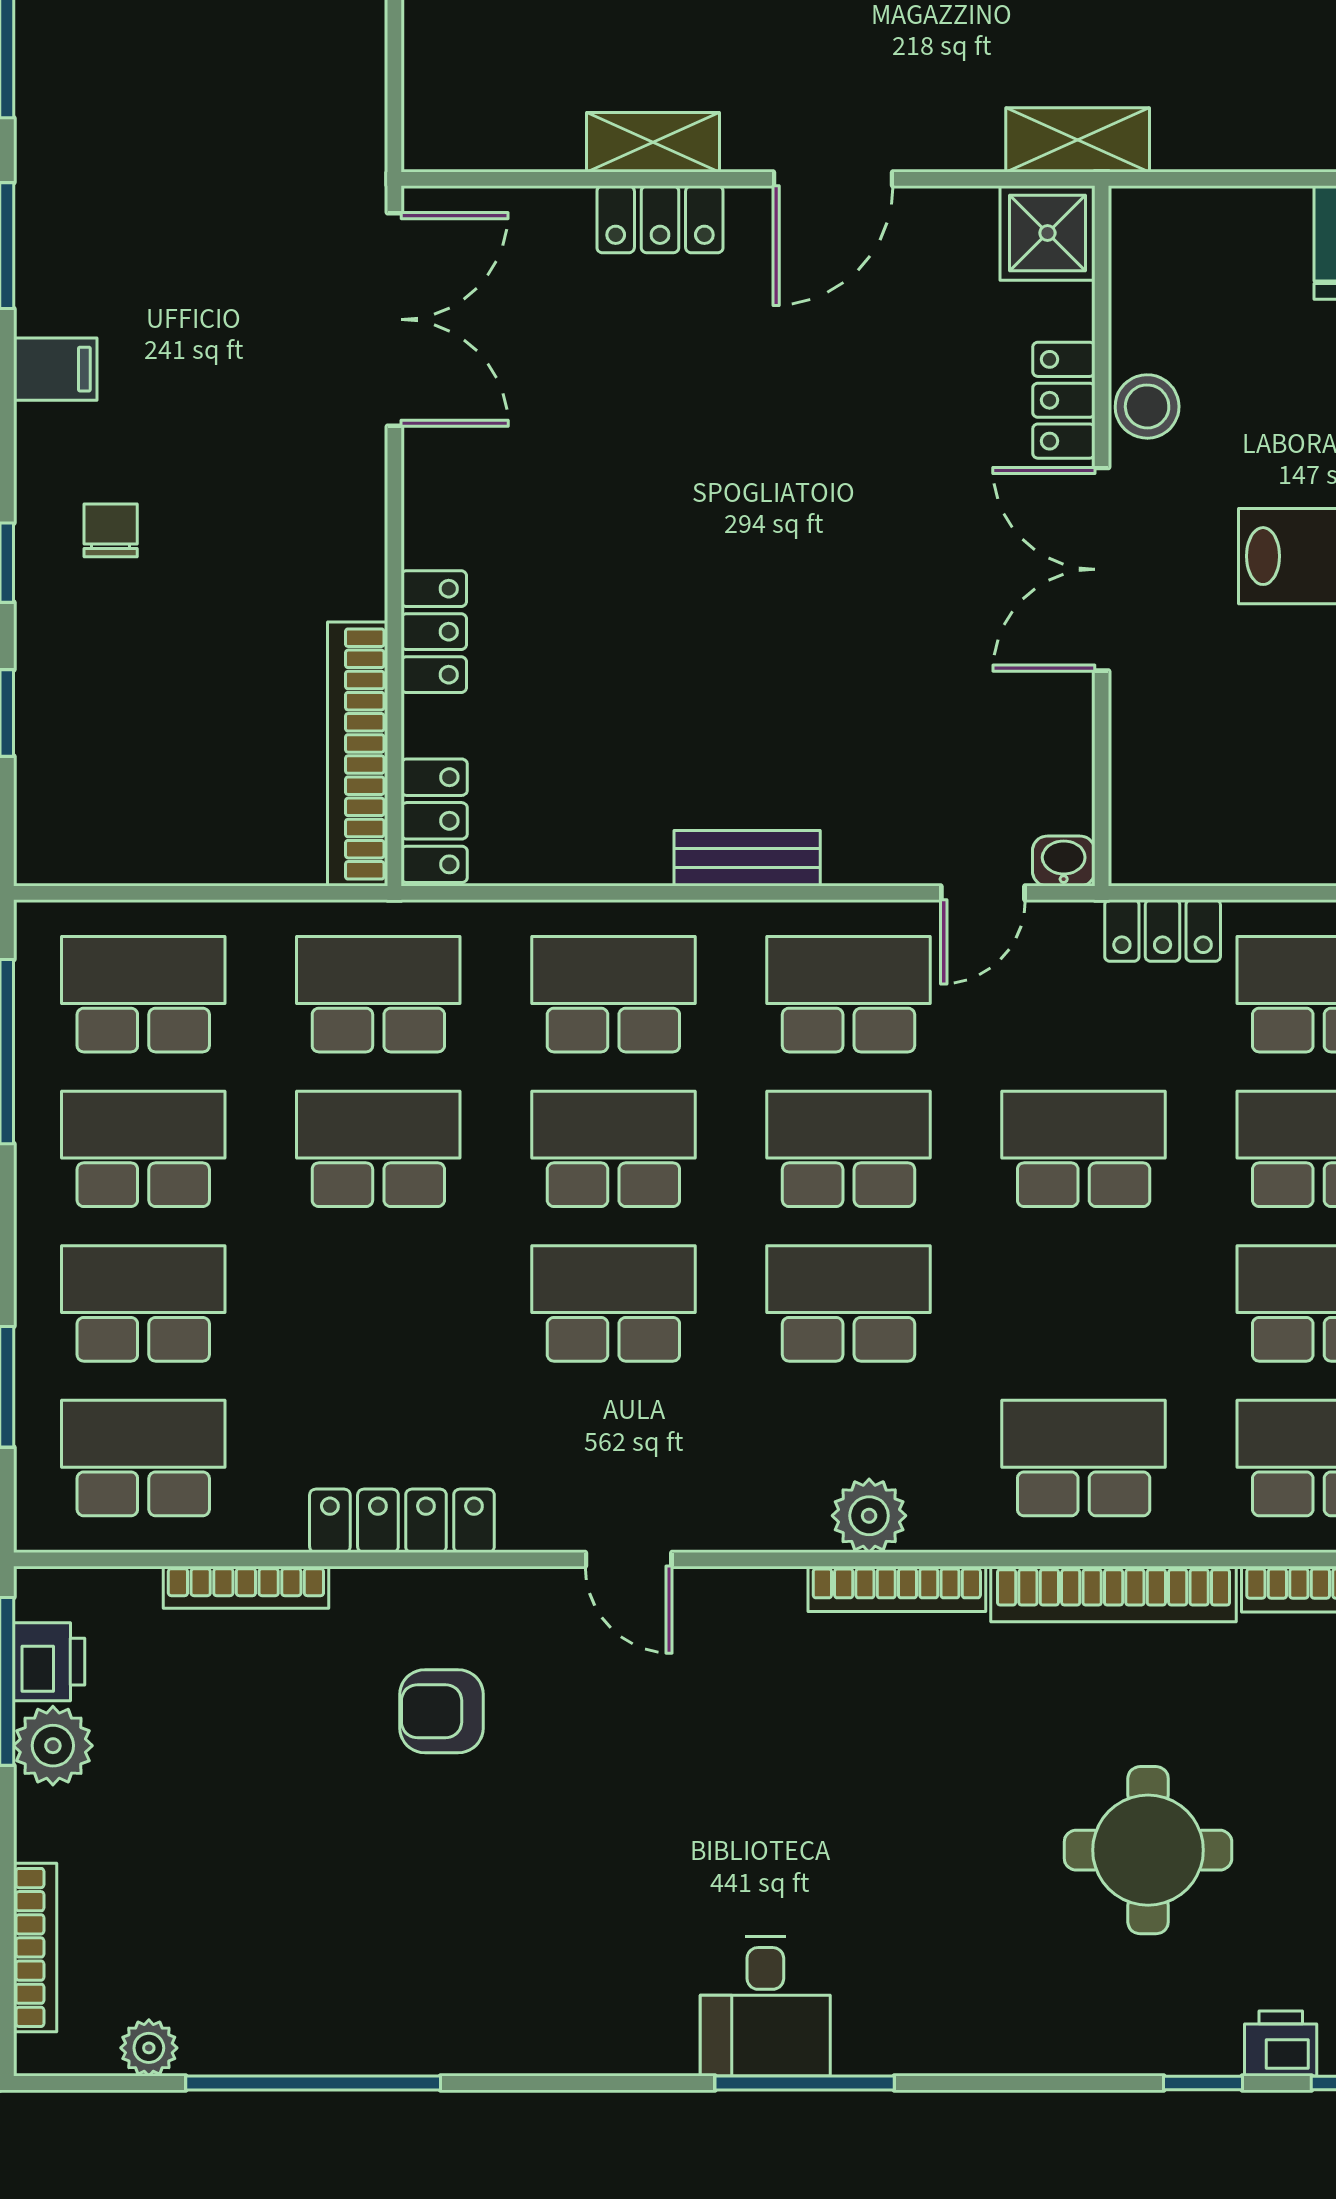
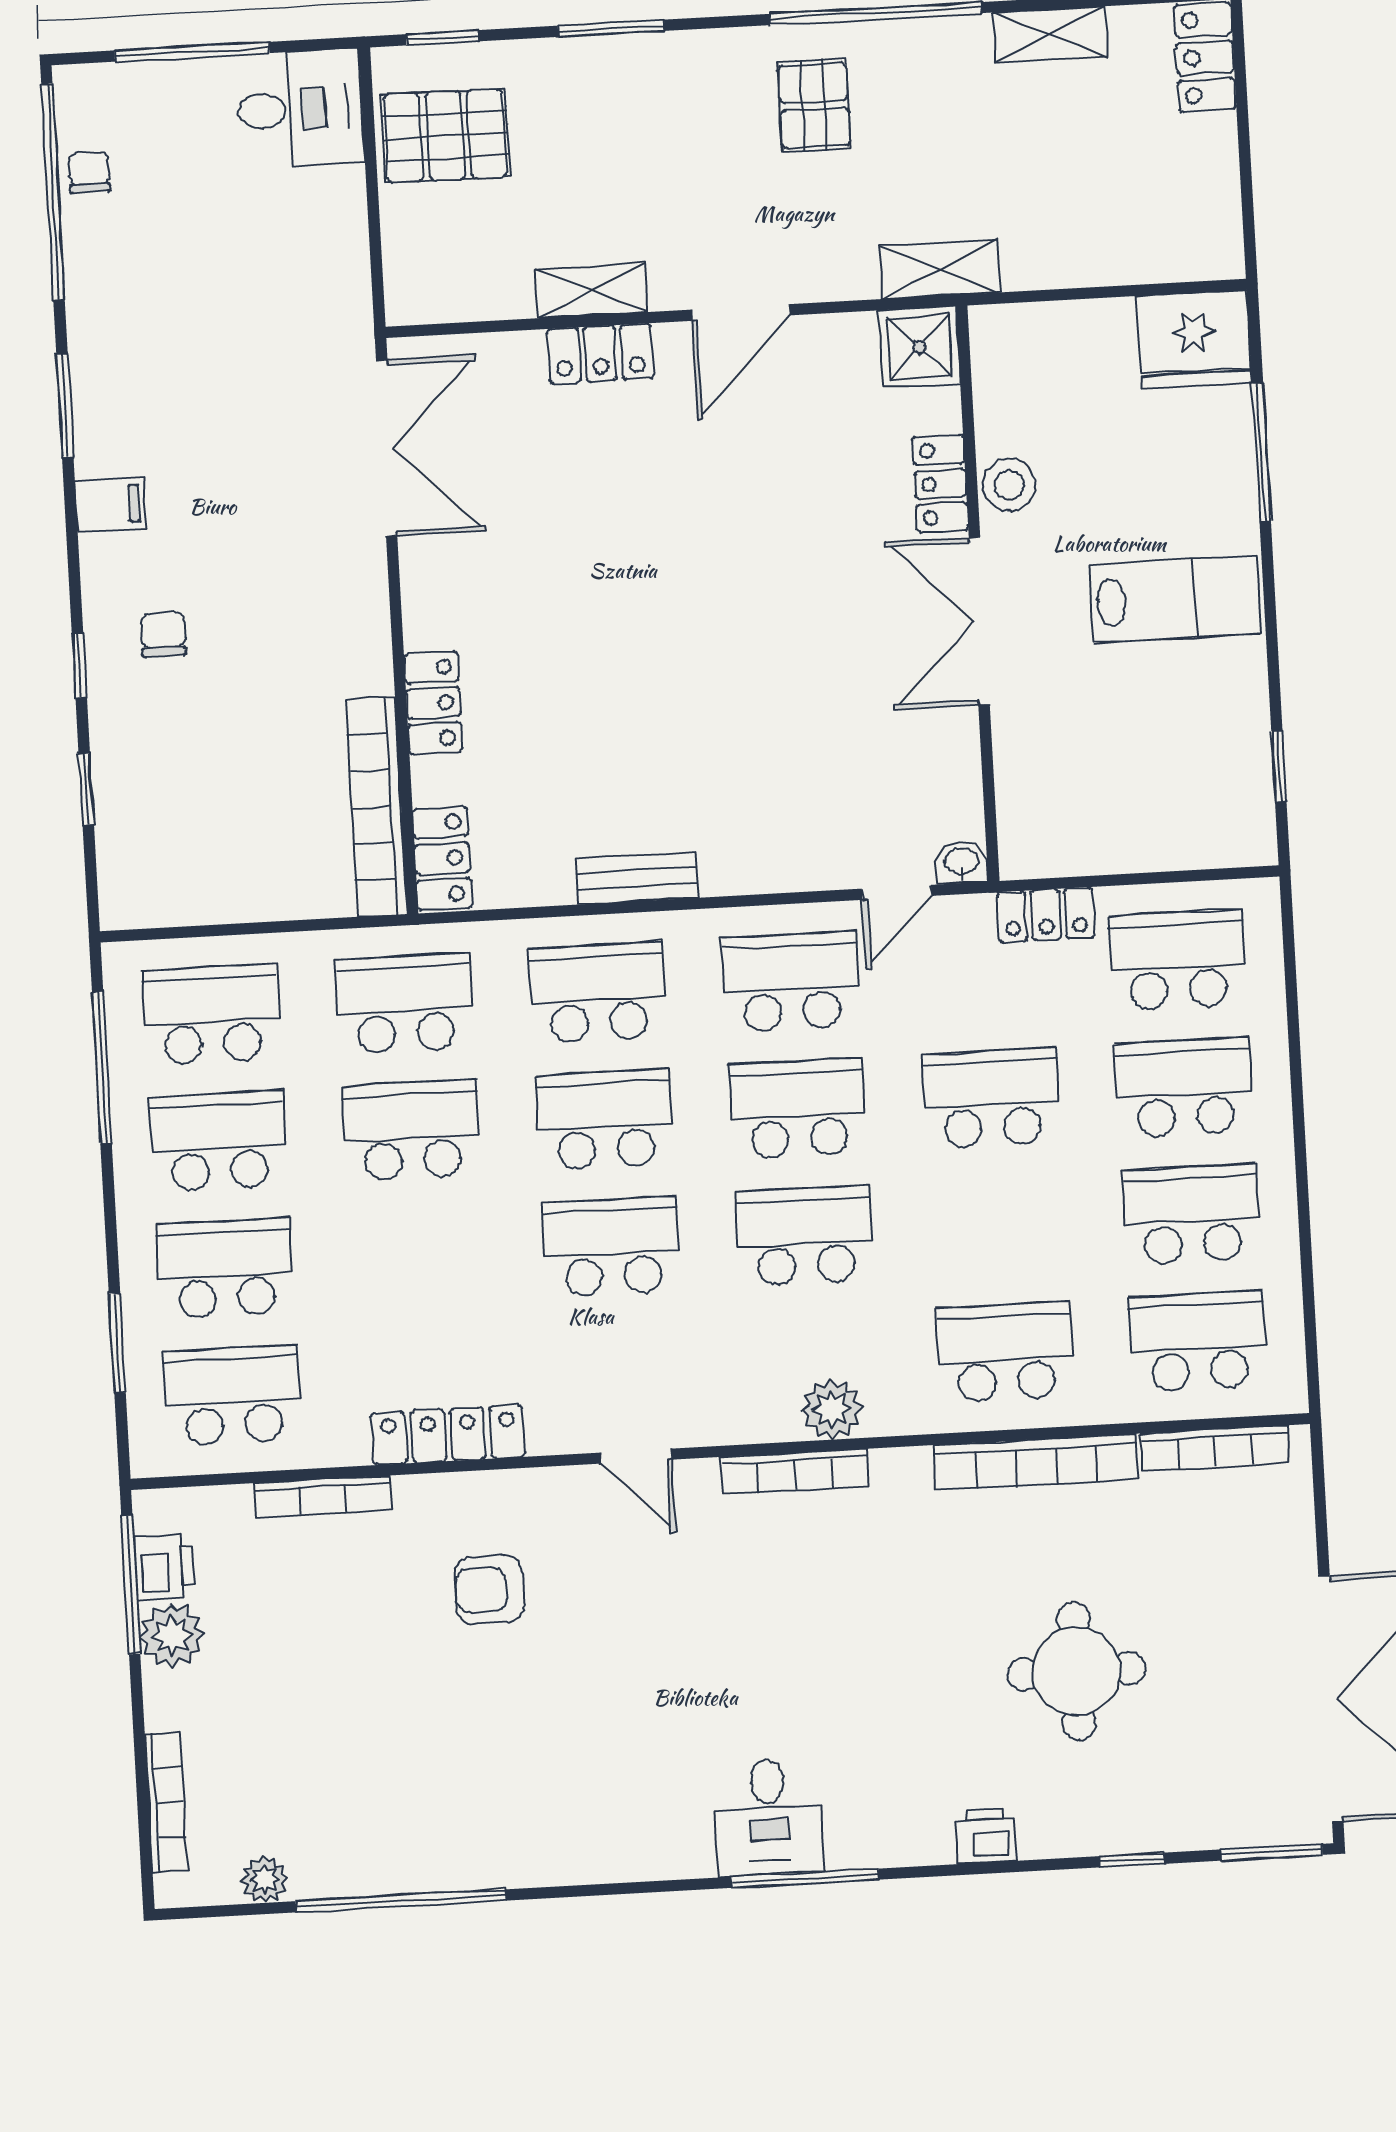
bench: (747, 858) -> (637, 878), moved
bookcase: (897, 1589) -> (794, 1472), moved
printer: (1281, 2043) -> (986, 1836), moved

